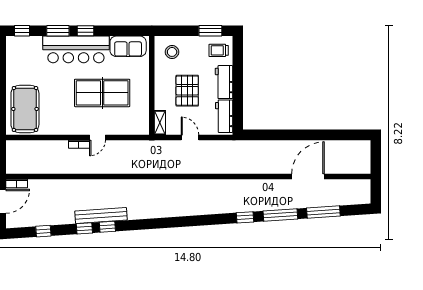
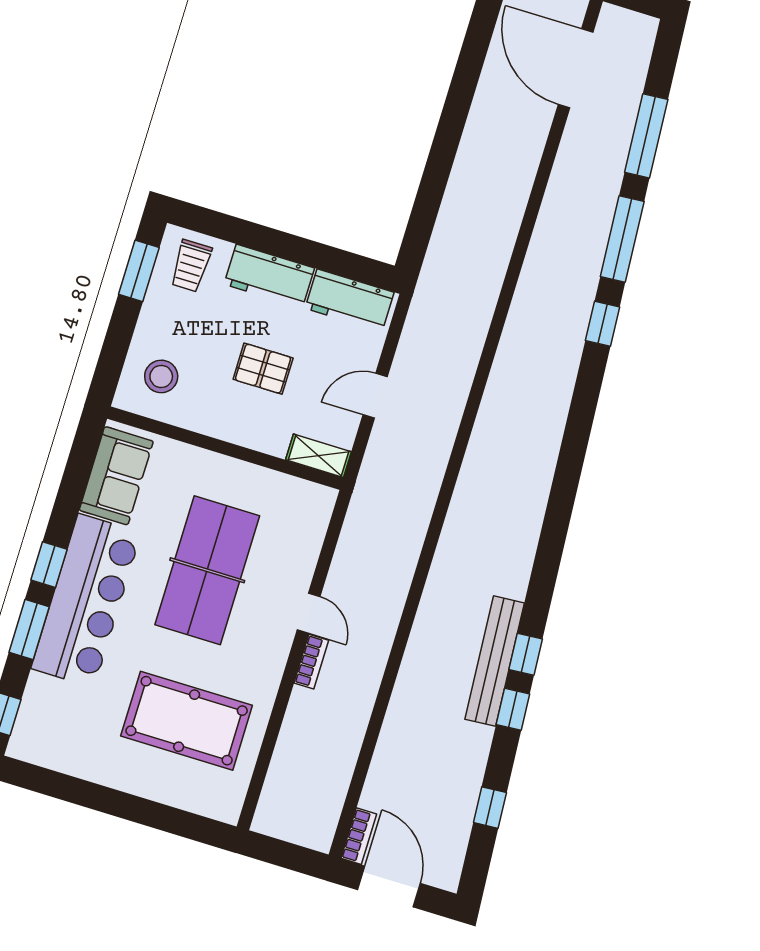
pallet: (187, 91) -> (263, 369), width x0.67, depth x0.71
pool table: (25, 109) -> (187, 721), moved
door: (308, 177) -> (576, 68), moved

